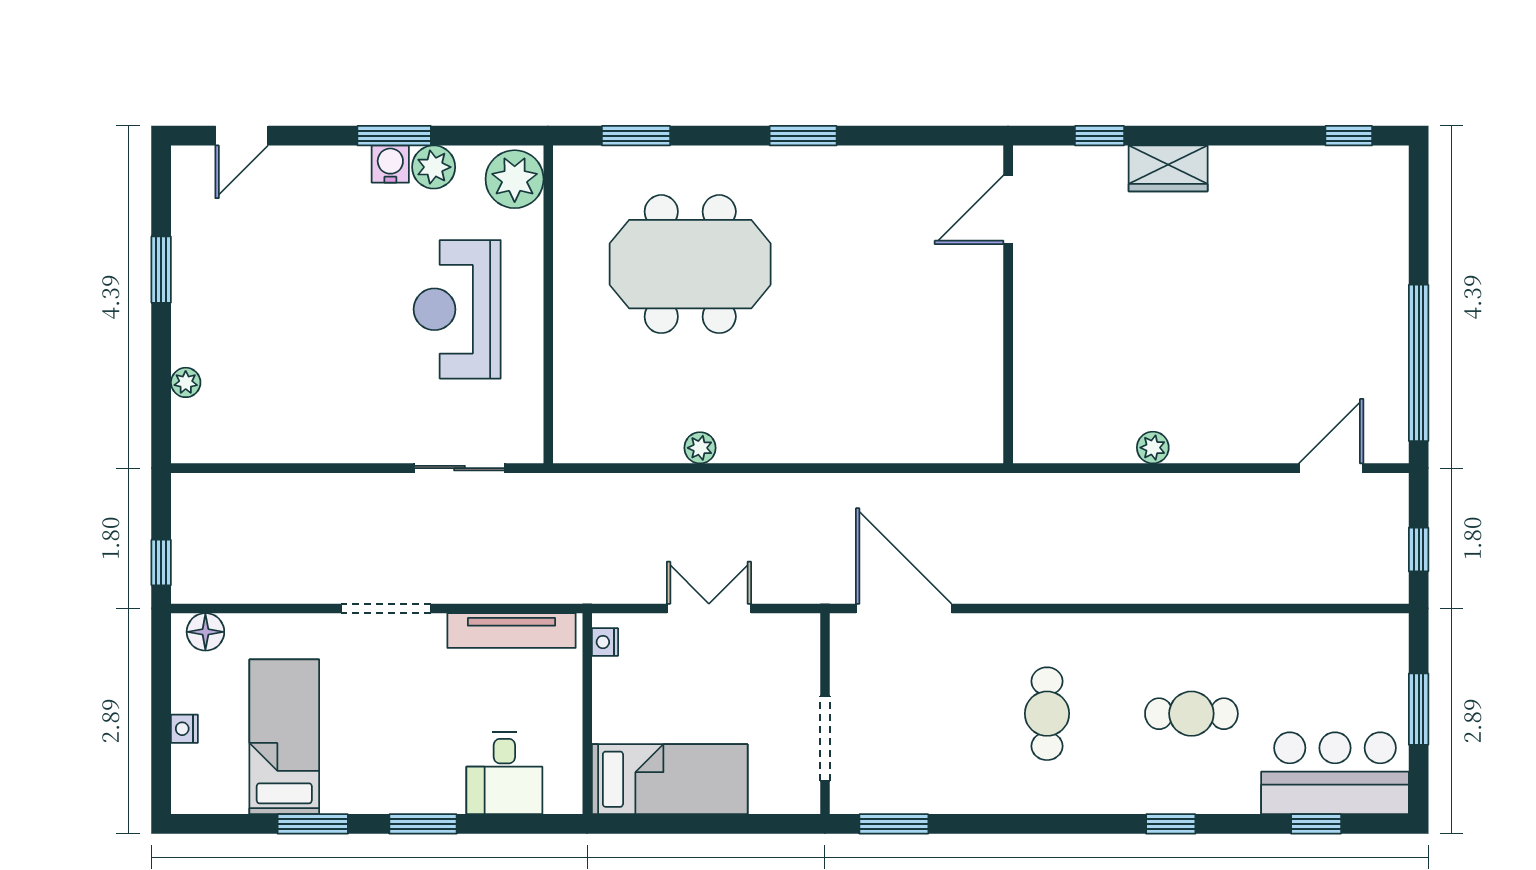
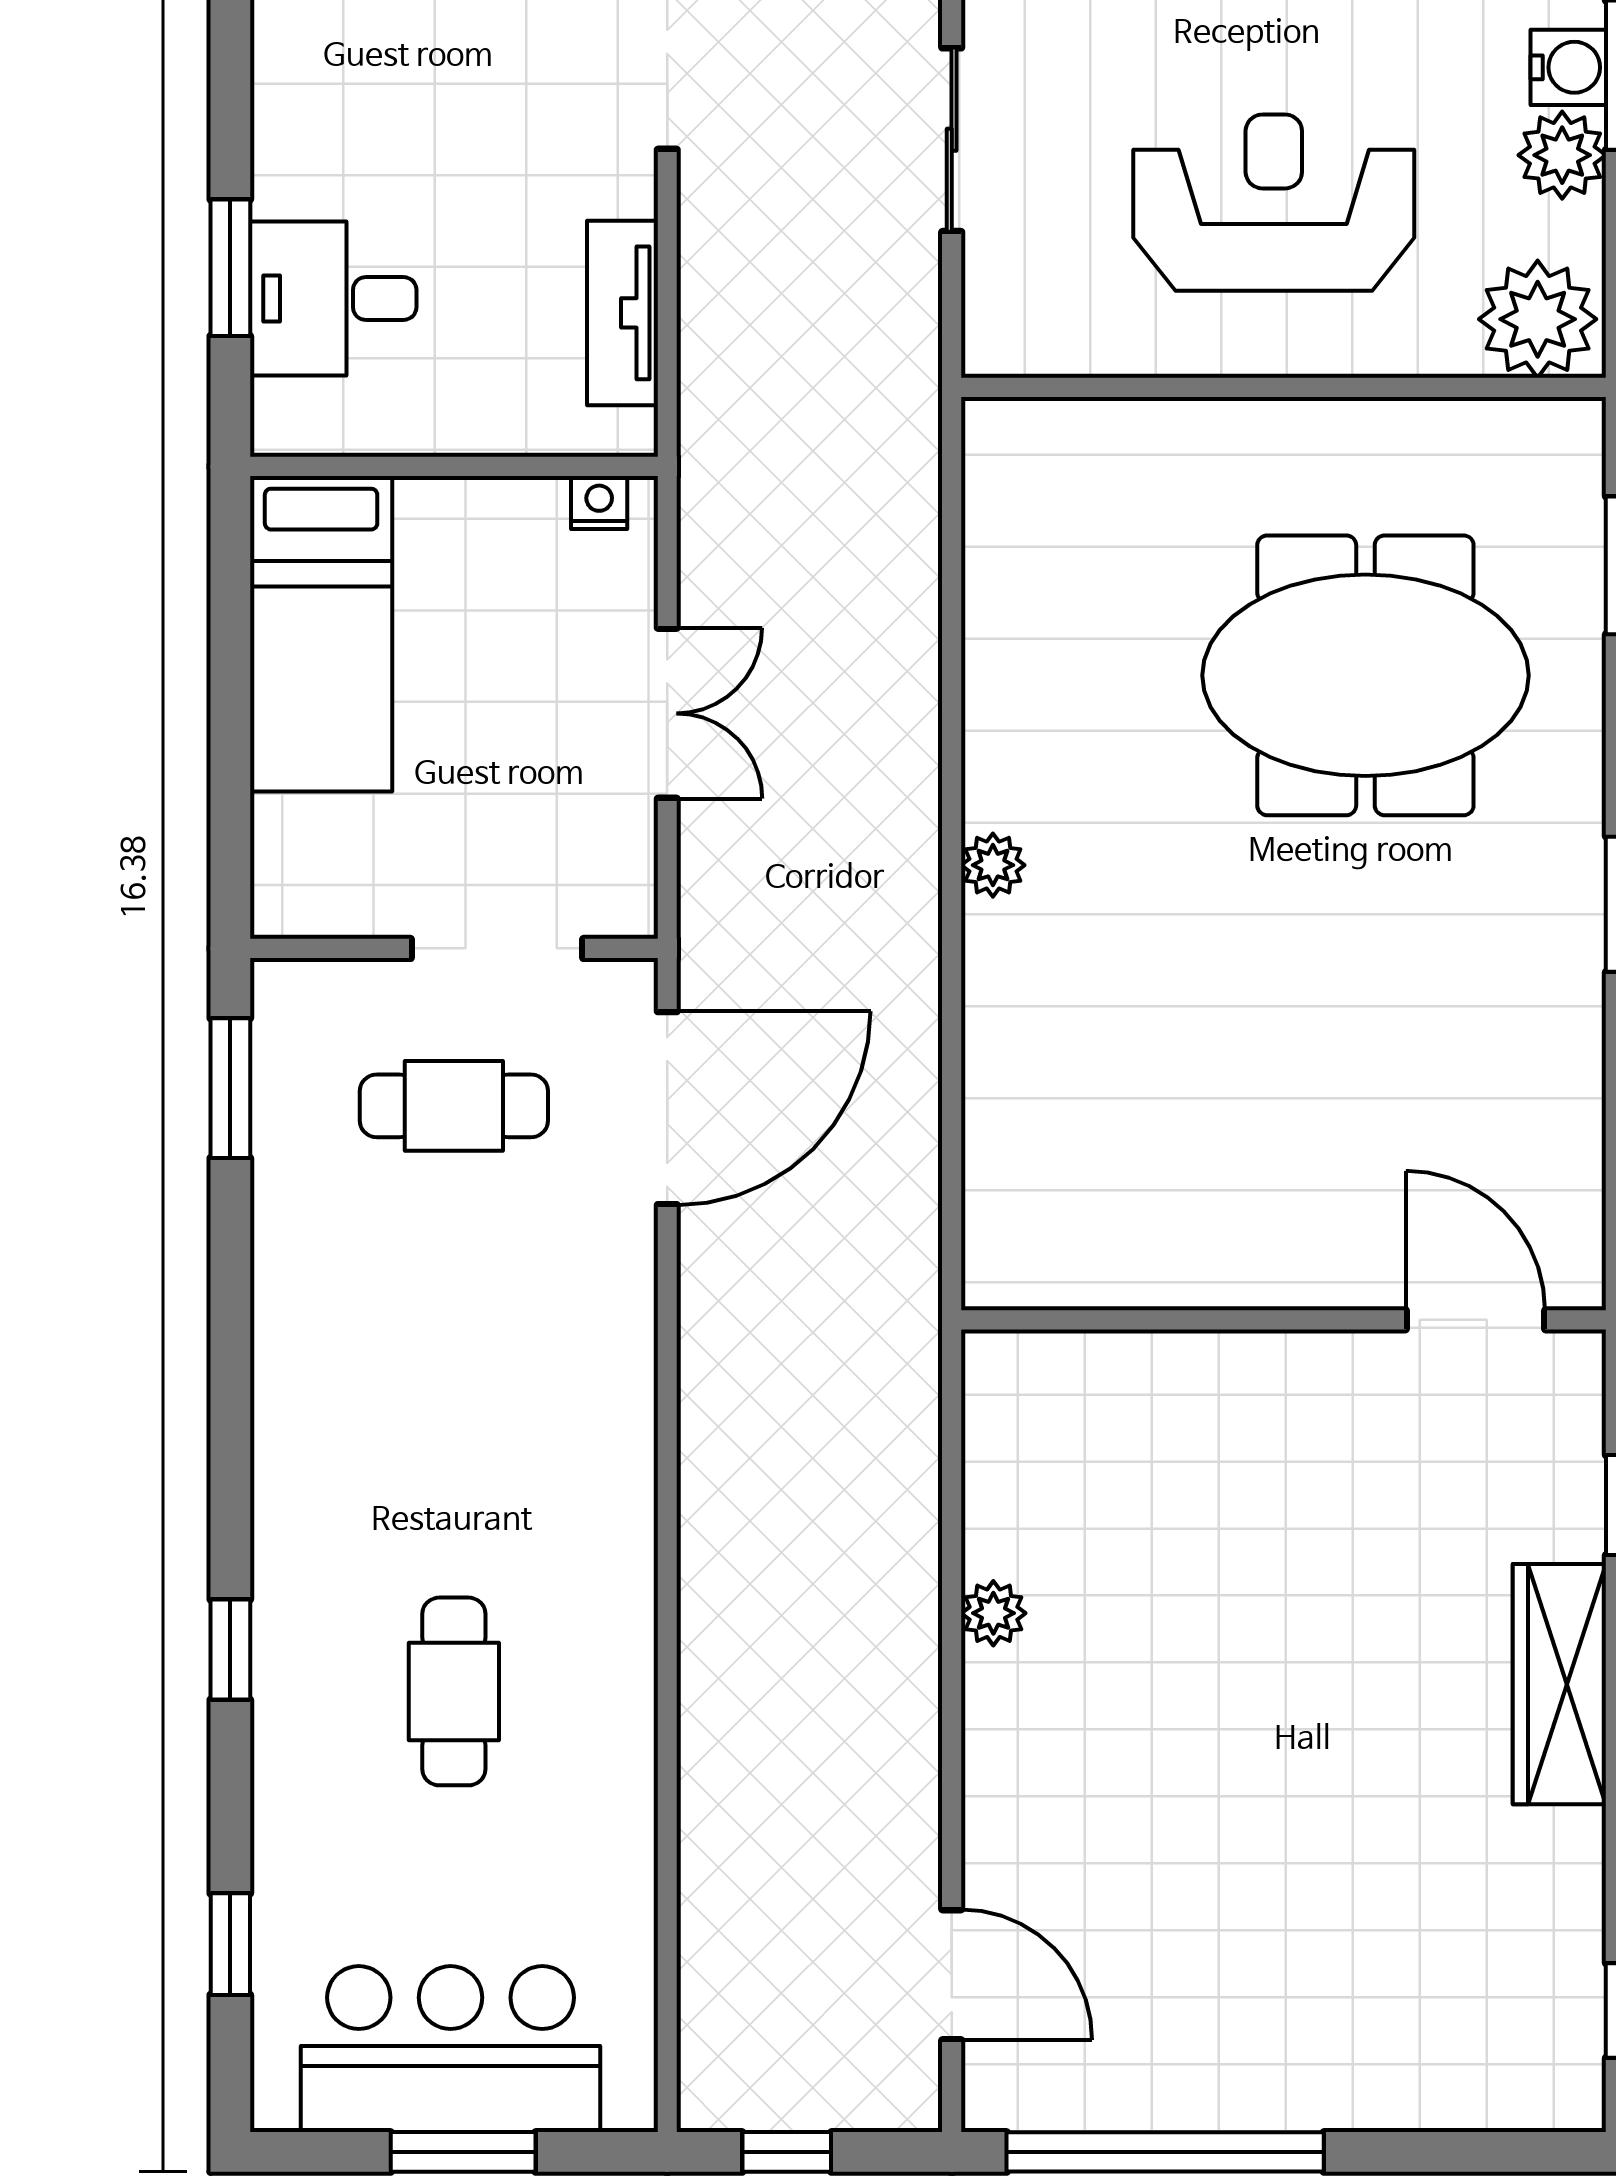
wardrobe: (1168, 168) -> (1559, 1684), width x1.50
meeting table: (690, 264) -> (1365, 675), turned 90
plant: (700, 448) -> (993, 865), moved
sliding door: (459, 468) -> (952, 140), moved
tv unit: (511, 631) -> (622, 313), width x0.71
cafe table: (1047, 714) -> (454, 1106), moved
doorway: (825, 738) -> (497, 948), moved
bar counter: (1335, 773) -> (451, 2049), moved, turned -90
window: (423, 824) -> (230, 268), moved

